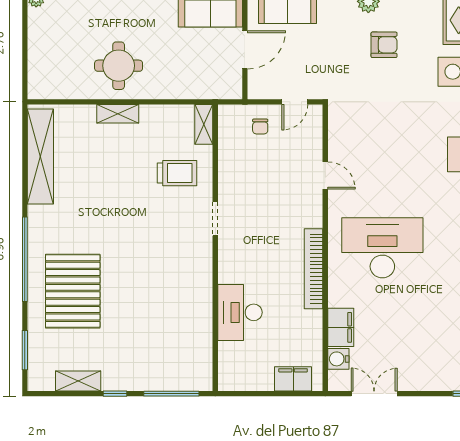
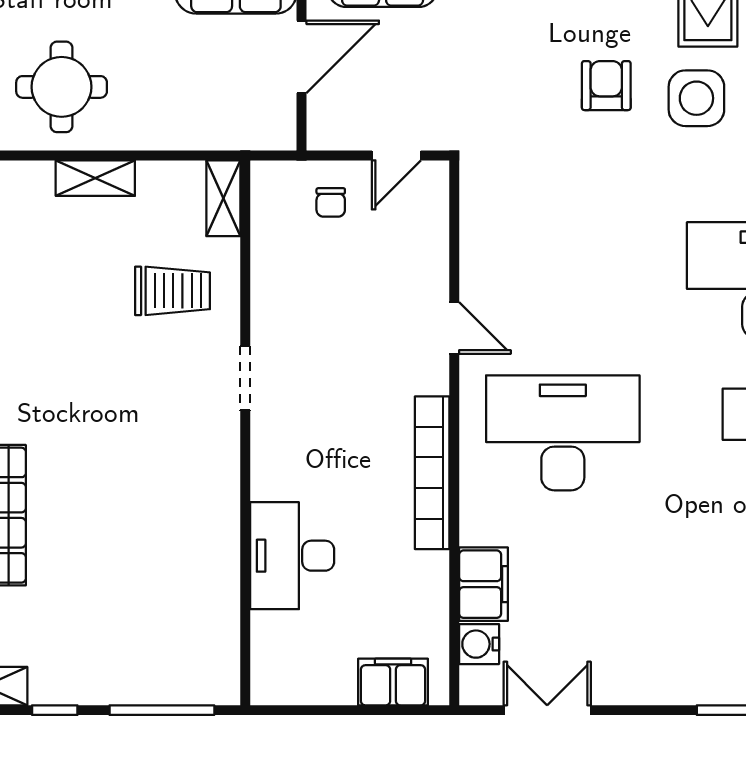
armchair: (384, 45) -> (606, 86), moved, turned -90
shelving: (118, 114) -> (95, 178), moved
door: (325, 175) -> (454, 328), moved

